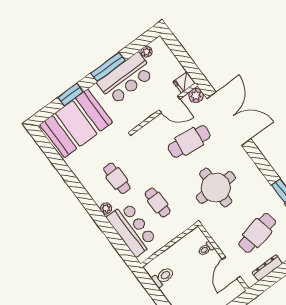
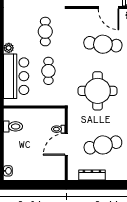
cafe table: (117, 178) -> (45, 32), moved
door: (231, 268) -> (66, 144), moved

